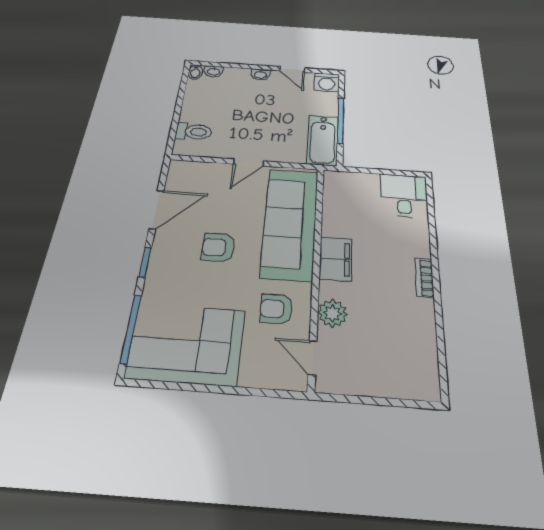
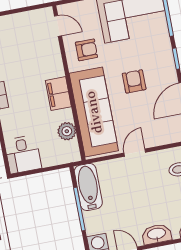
washbasin: (260, 75) -> (157, 234), width x1.91, depth x1.45
armchair: (218, 247) -> (134, 81), turned -90
plant: (332, 313) -> (67, 131), moved

